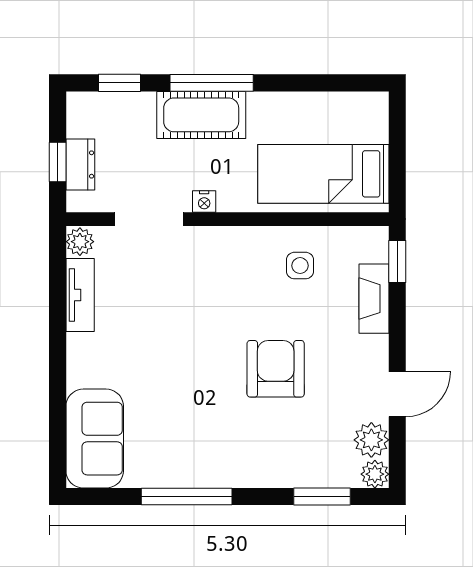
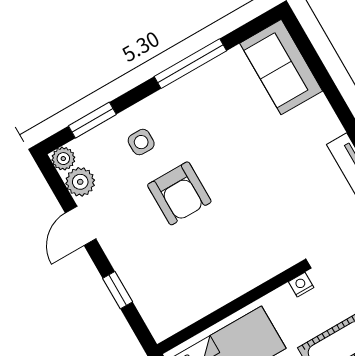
window: (397, 261) -> (118, 290), moved
side table: (300, 266) -> (141, 142), moved
fireplace: (374, 299) -> (137, 285), removed

